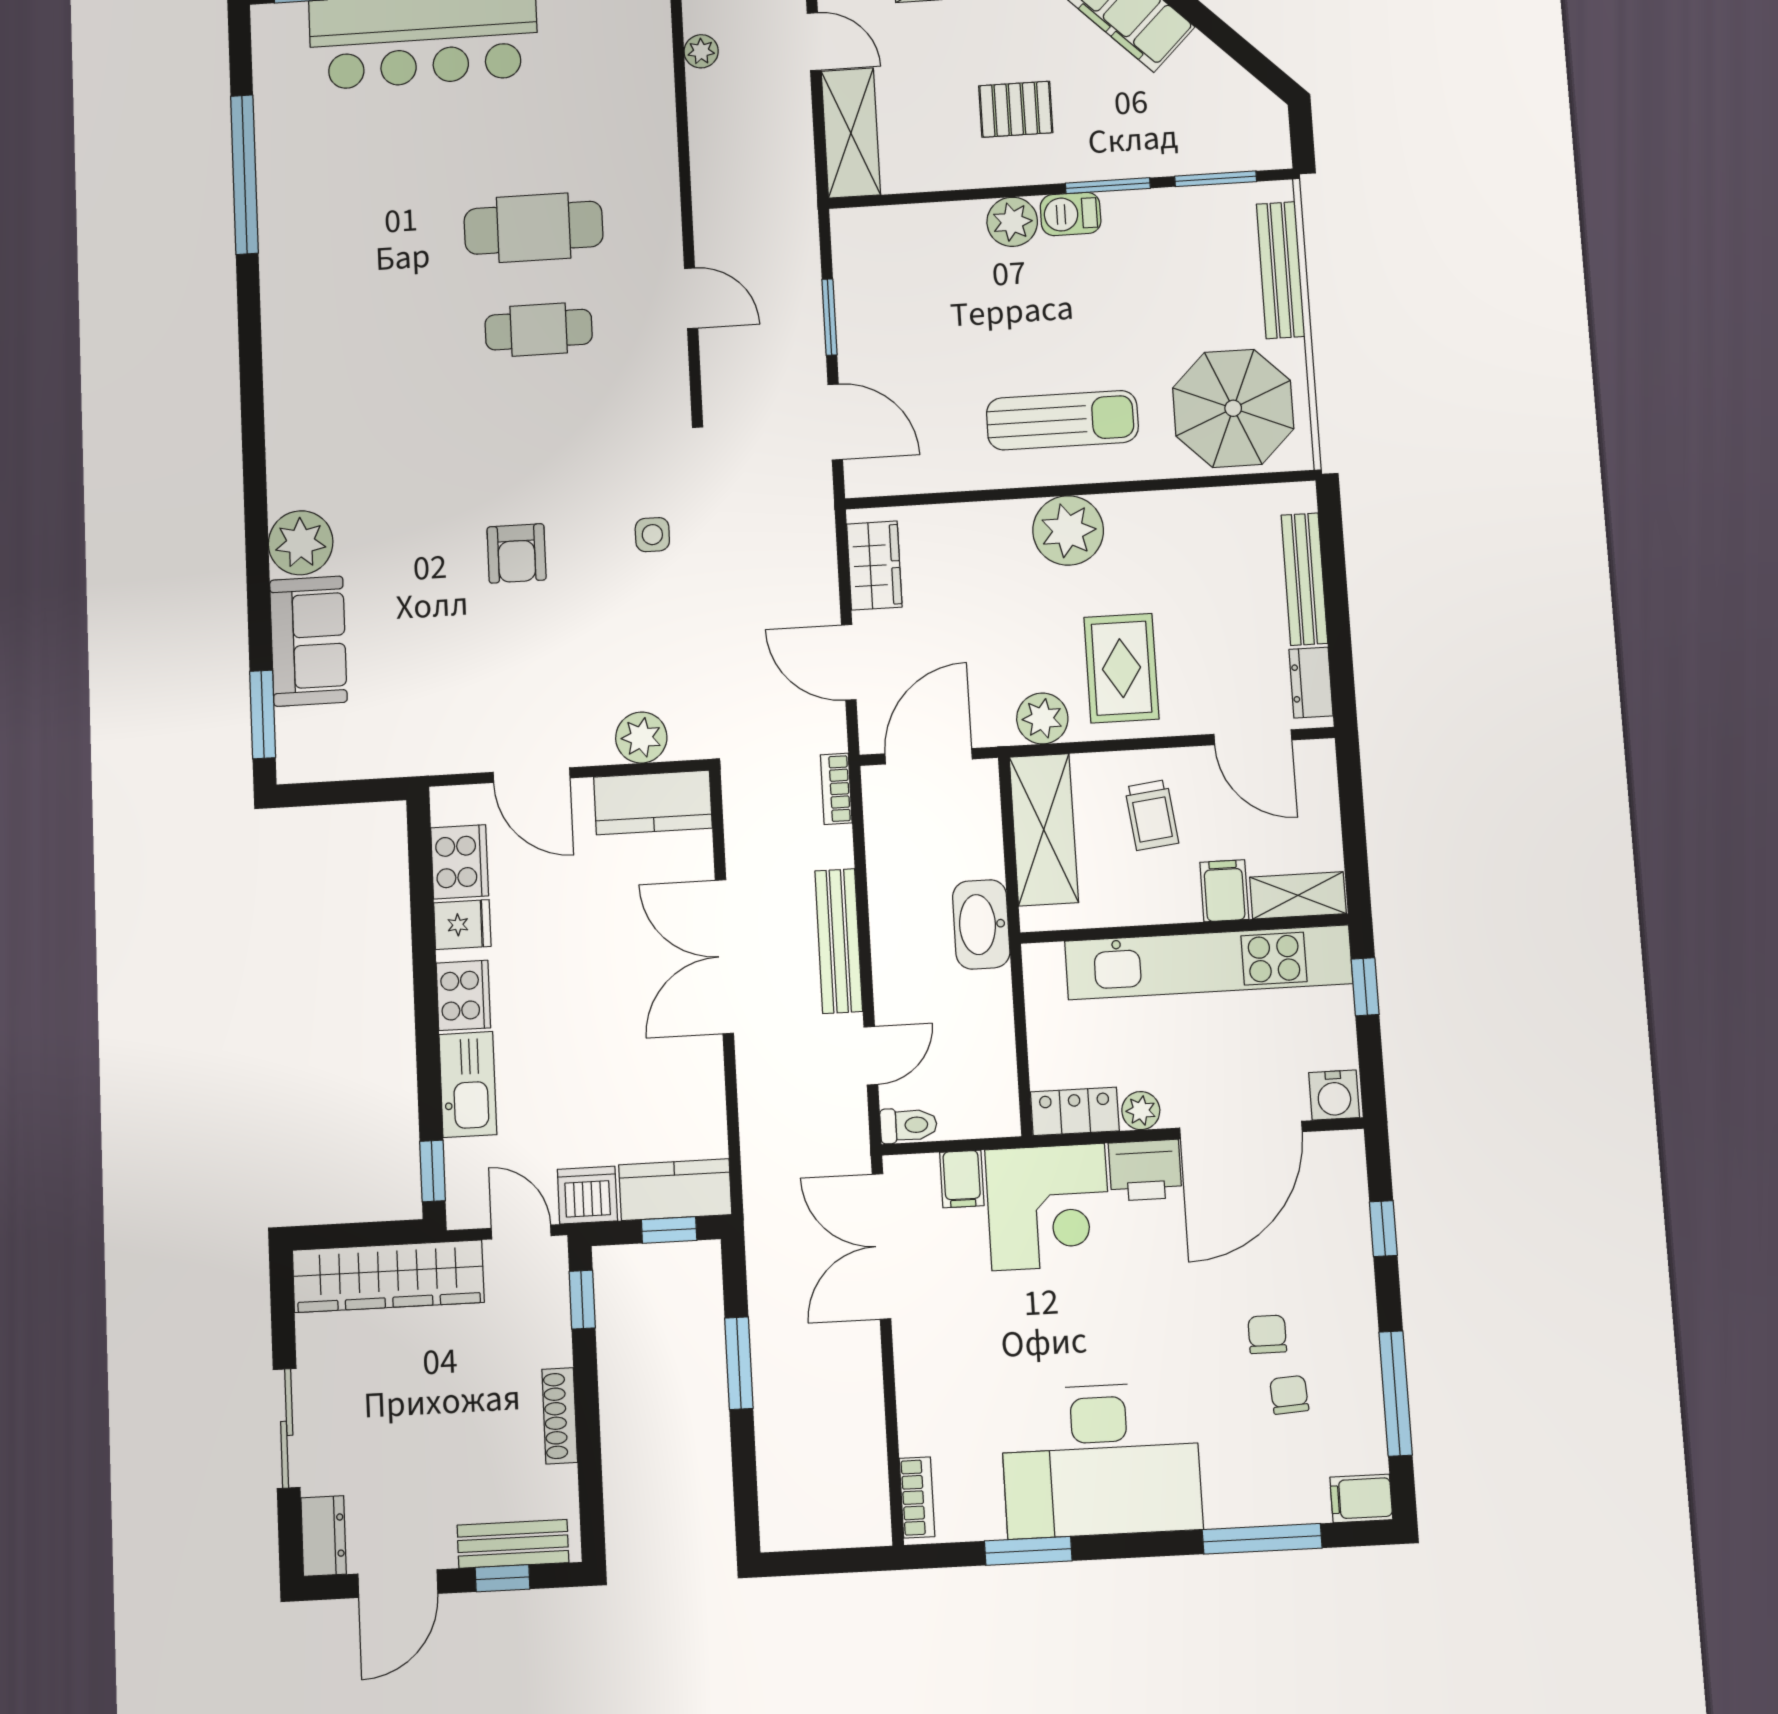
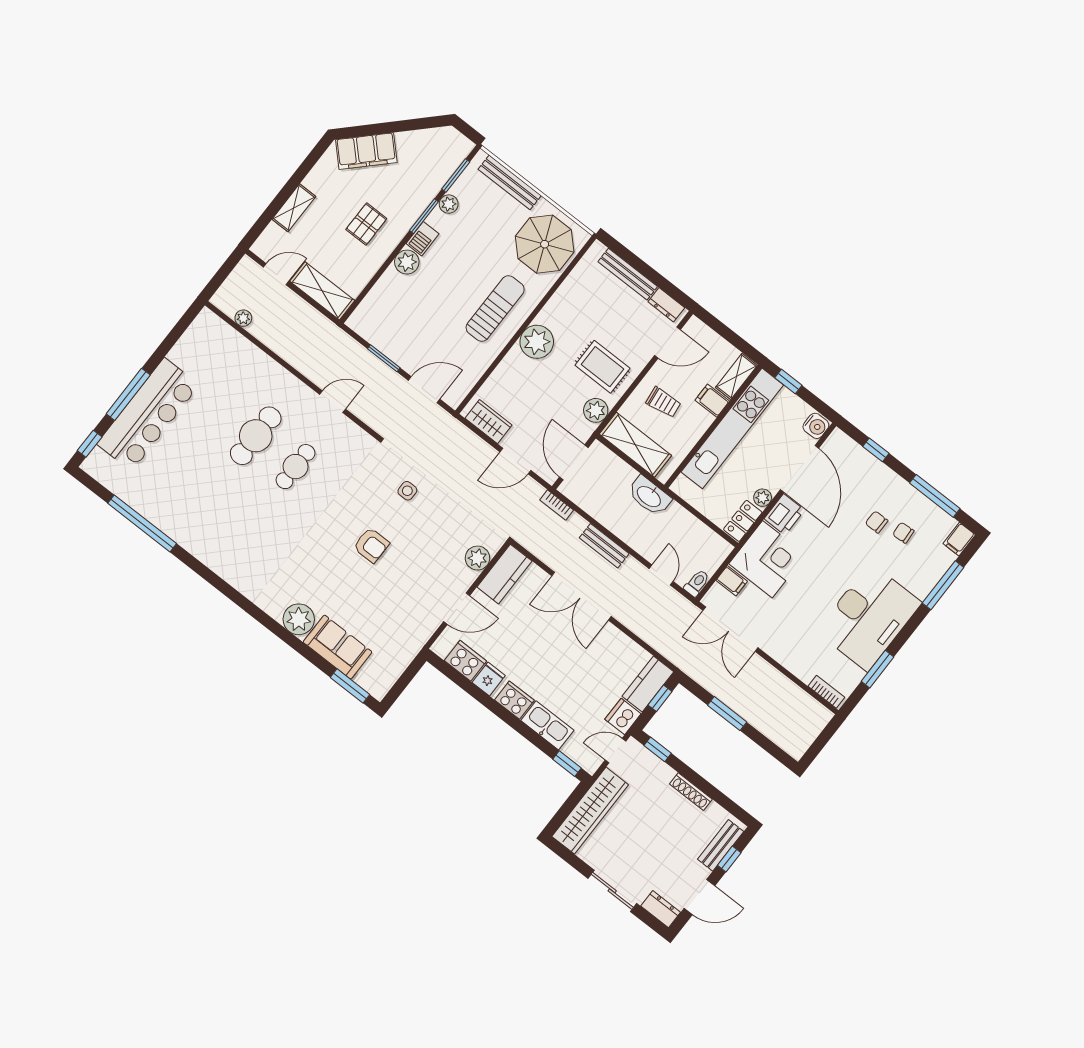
plant: (1161, 207) -> (449, 204), added
bench: (839, 941) -> (604, 546), width x0.73
door: (398, 1584) -> (699, 897), hinge flipped

